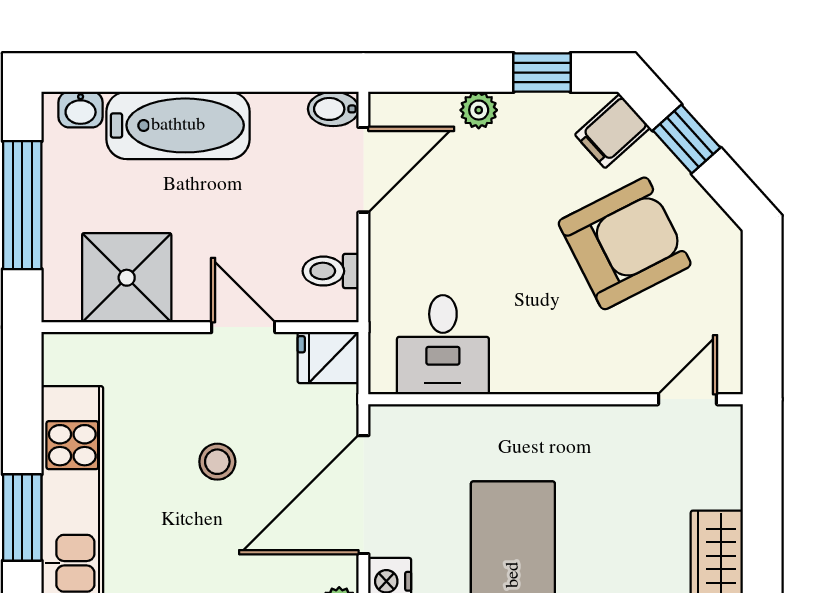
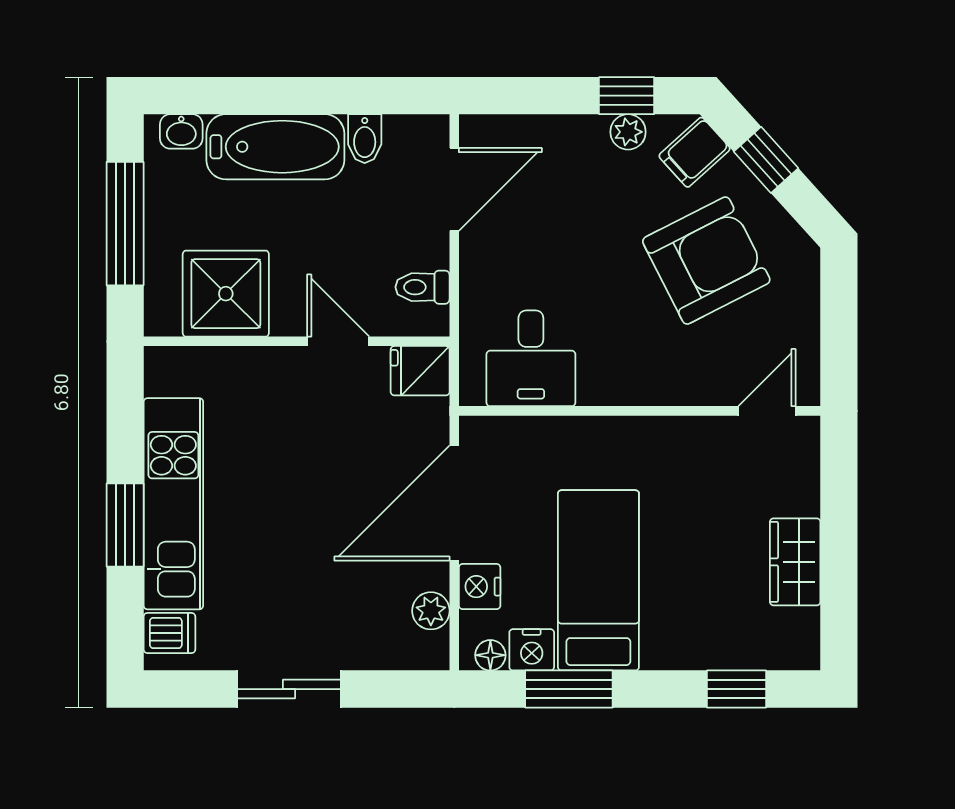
bidet: (333, 109) -> (365, 139), moved, turned -90
plant: (479, 110) -> (628, 132), moved
stool: (217, 462) -> (313, 471), removed

